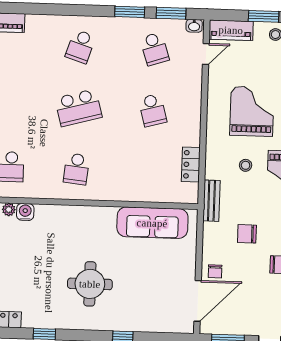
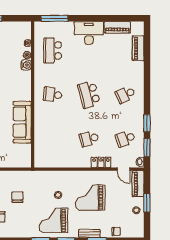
school desk: (80, 46) -> (125, 95), turned -42
grand piano: (252, 111) -> (90, 198), turned 180
locker: (191, 164) -> (101, 162), moved
bench: (211, 201) -> (36, 175), removed
sofa: (152, 223) -> (22, 122), moved

